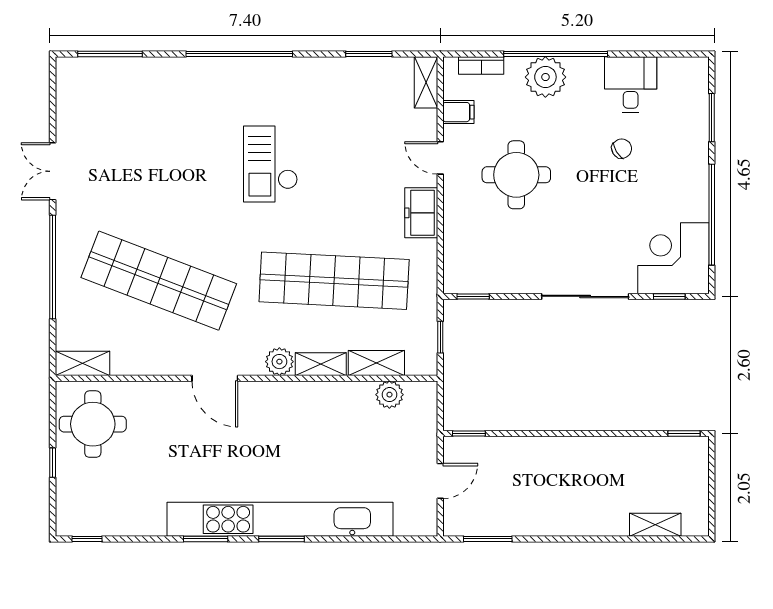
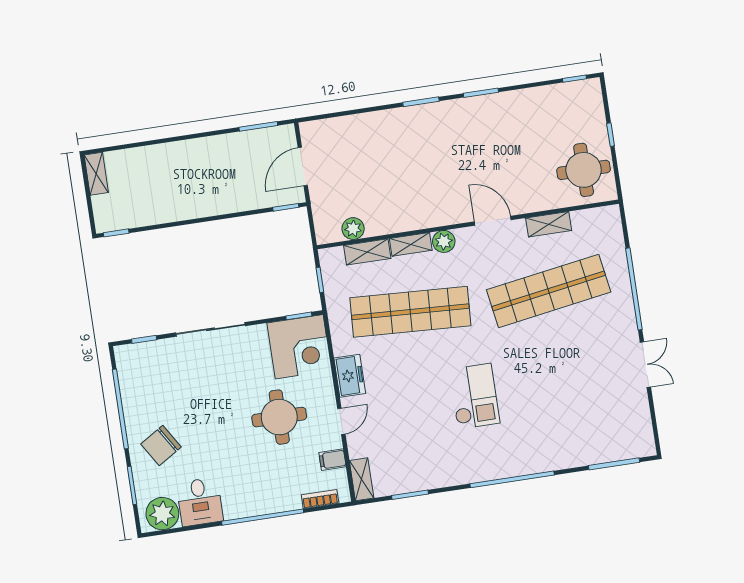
plant: (545, 77) -> (162, 514), moved
chair: (622, 149) -> (161, 445), moved, width x1.87, depth x1.87
door: (440, 158) -> (341, 421), hinge flipped
corner desk: (673, 258) -> (299, 347), moved
shop shelf: (159, 281) -> (549, 291), turned -30
shelving: (82, 363) -> (549, 224), moved
door: (440, 481) -> (303, 166), width x1.38
kitchen unit: (280, 519) -> (424, 117), removed
shelving: (655, 525) -> (96, 174), moved, turned 90

